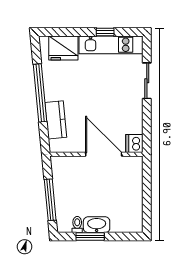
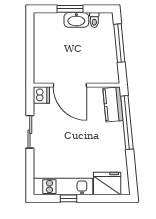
sliding door: (147, 81) -> (30, 132), moved
window: (40, 93) -> (127, 122), moved
kitchen counter: (56, 120) -> (113, 104), moved
window: (90, 237) -> (70, 9), moved

